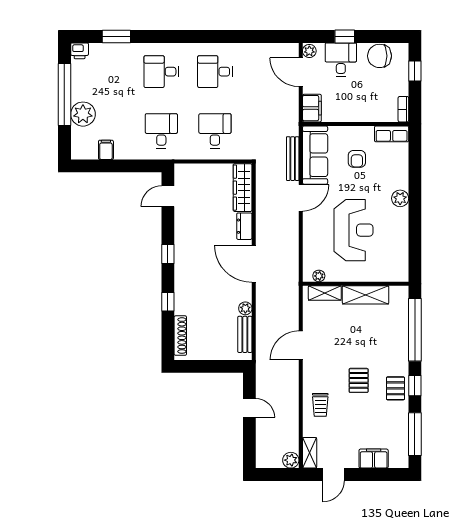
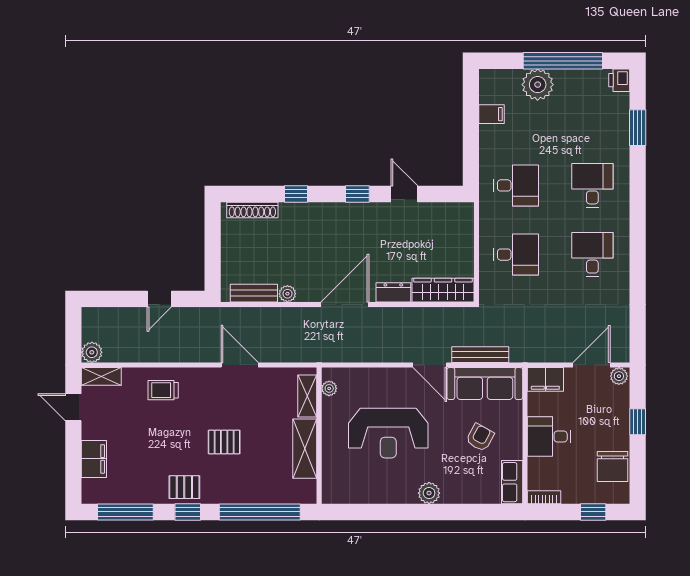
chair: (379, 56) -> (613, 466), turned 180
desk: (341, 59) -> (549, 437), moved, turned 180
armchair: (357, 159) -> (480, 437), turned 119
door: (168, 196) -> (404, 194), moved
pallet: (359, 380) -> (224, 442), moved

